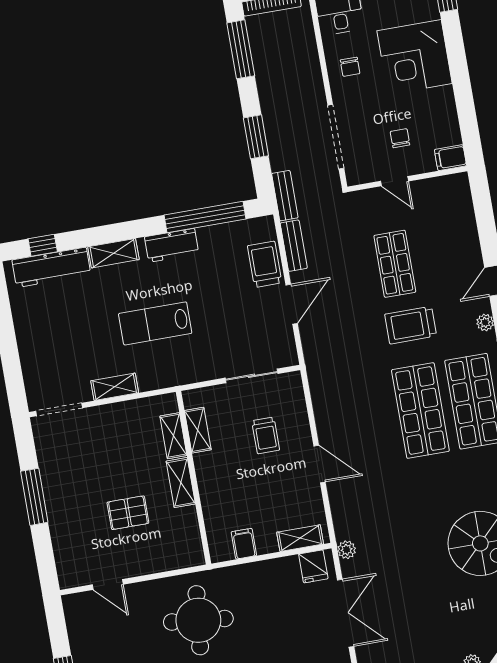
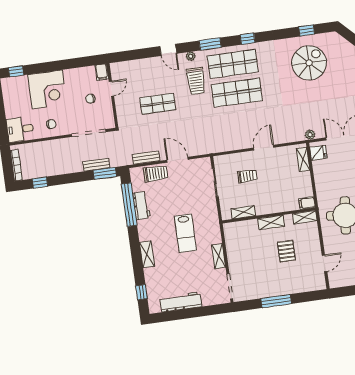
window: (241, 49) -> (40, 183), width x0.46
window: (256, 137) -> (105, 173), moved
door: (395, 181) -> (111, 89), moved
bench: (285, 196) -> (96, 165), moved
workbench: (172, 245) -> (141, 206), moved
trolley: (265, 264) -> (156, 174), turned 180
workbench: (51, 267) -> (181, 302), moved, turned -90
trolley: (411, 325) -> (196, 81), moved
shelving: (173, 436) -> (305, 217), moved
filing cabinet: (244, 544) -> (307, 203), moved

